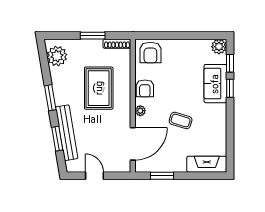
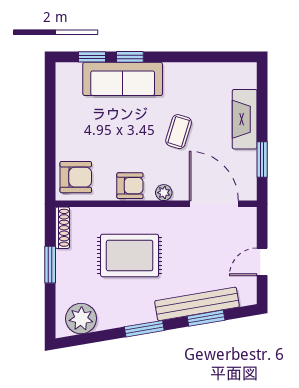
plant: (219, 47) -> (67, 73), removed
sofa: (215, 84) -> (123, 79), width x1.36
fireplace: (207, 164) -> (245, 119), moved

